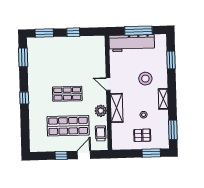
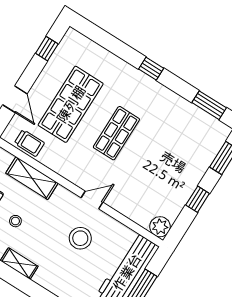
stool: (145, 79) -> (80, 238), moved
shelving: (117, 108) -> (32, 178), moved
plant: (101, 111) -> (160, 227), moved
window: (61, 155) -> (47, 49), moved

